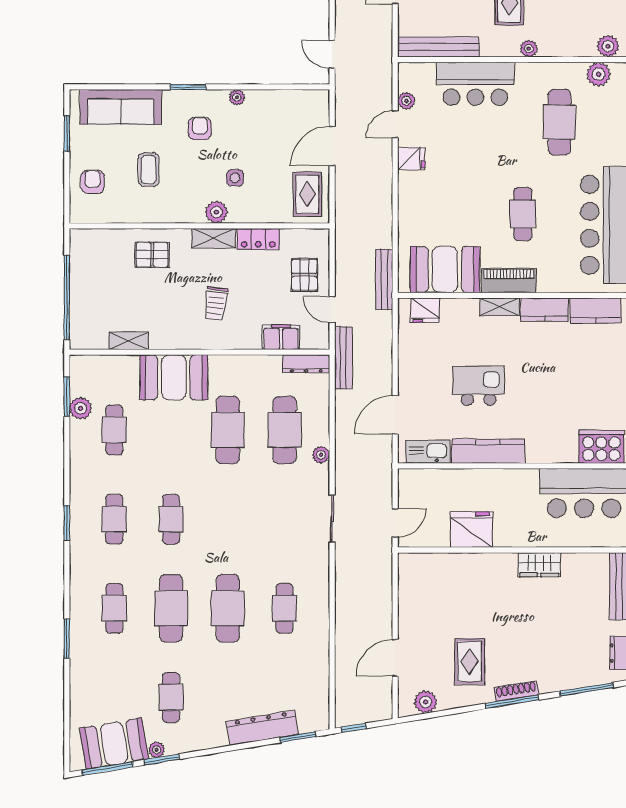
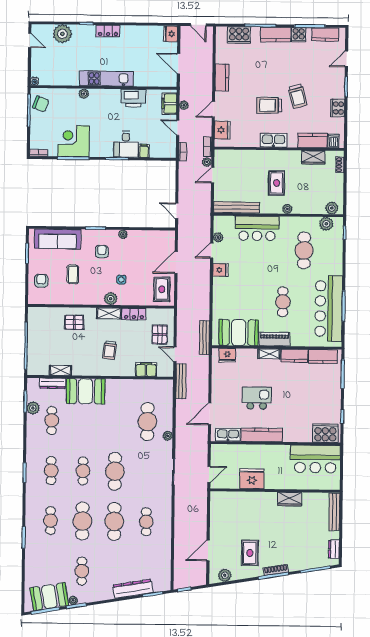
dresser: (306, 364) -> (53, 383), moved
cafe table: (228, 430) -> (115, 471), moved

